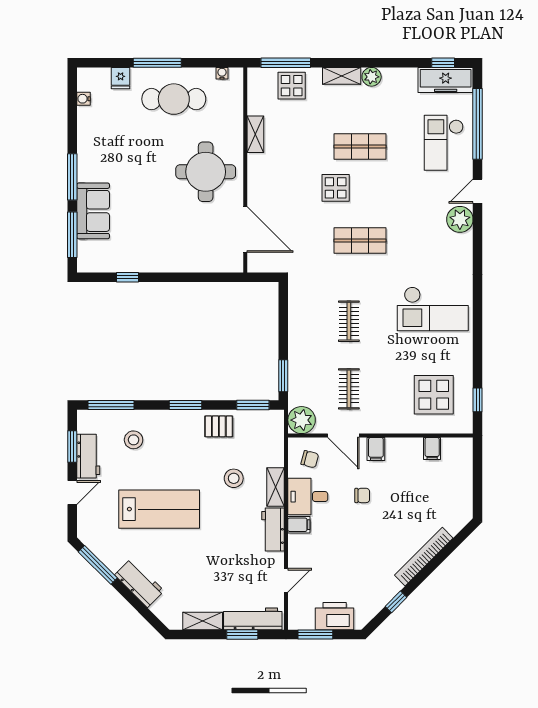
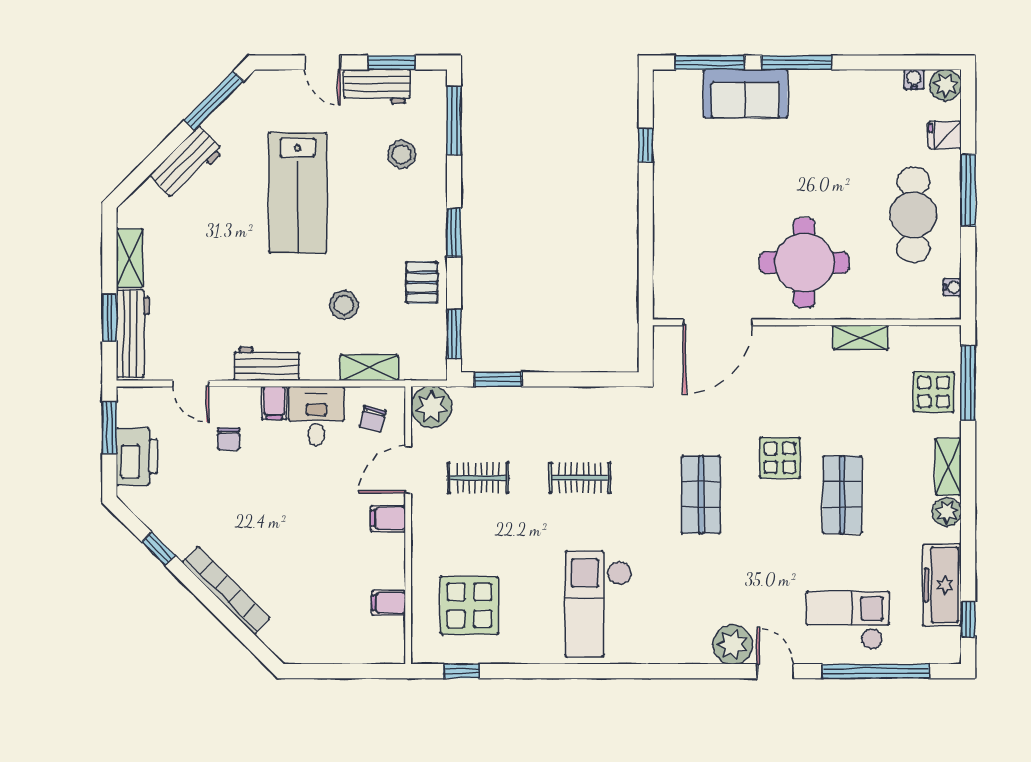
plant: (87, 78) -> (946, 85), added
freezer: (446, 80) -> (942, 585), moved
shelving: (276, 487) -> (369, 368), moved
chair: (362, 495) -> (229, 439), moved

